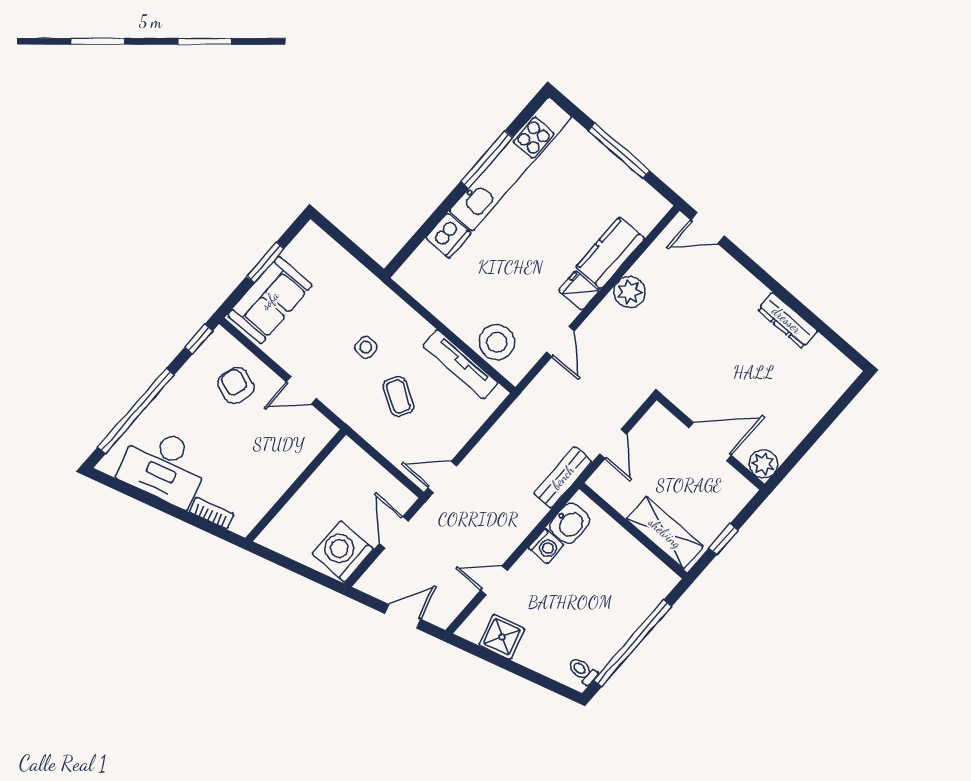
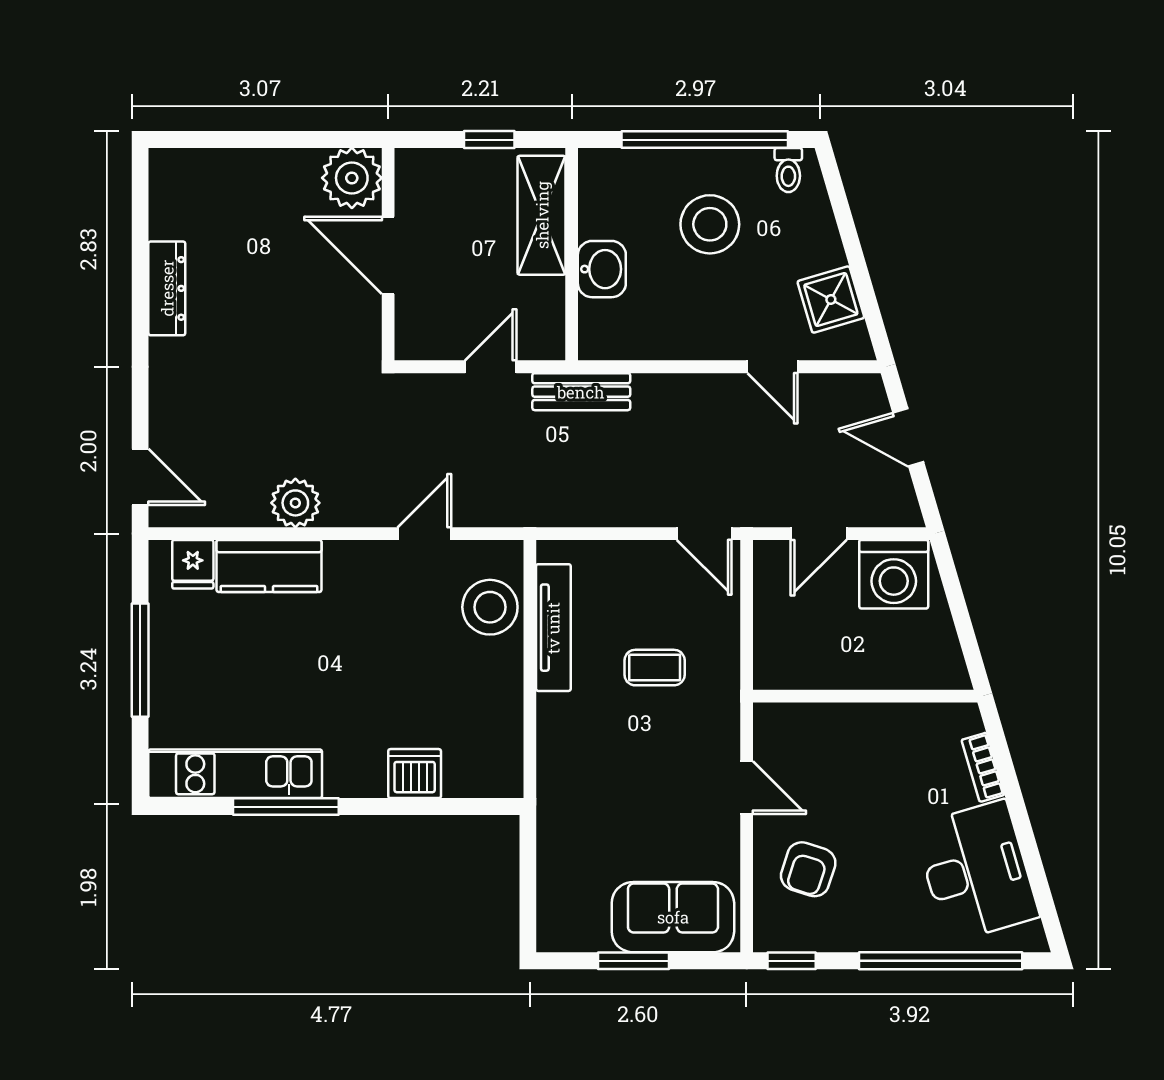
kitchen unit: (511, 164) -> (235, 774), width x0.73
fridge: (579, 290) -> (193, 564), moved
side table: (366, 347) -> (630, 756), removed
coffee table: (398, 396) -> (655, 668), turned 60
plant: (763, 464) -> (352, 178), width x1.36, depth x1.36
washbasin: (570, 523) -> (602, 269), moved, turned 90
washing machine: (546, 546) -> (680, 340), removed
stool: (589, 610) -> (710, 224), added

